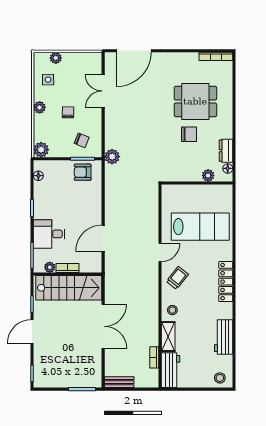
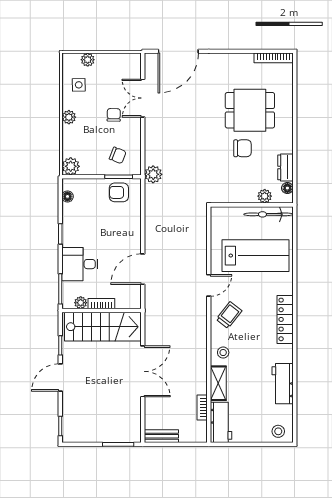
chair: (68, 112) -> (114, 115), moved
bicycle: (211, 191) -> (268, 214), added

